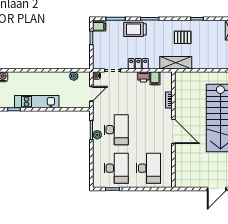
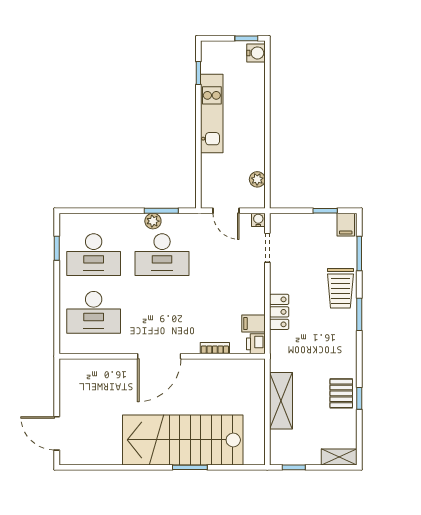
trolley: (135, 29) -> (340, 288), turned 180
pallet: (183, 37) -> (341, 393), moved
shelving: (176, 63) -> (281, 401), moved
locker: (138, 64) -> (279, 312), moved
printer: (143, 77) -> (256, 344), moved

